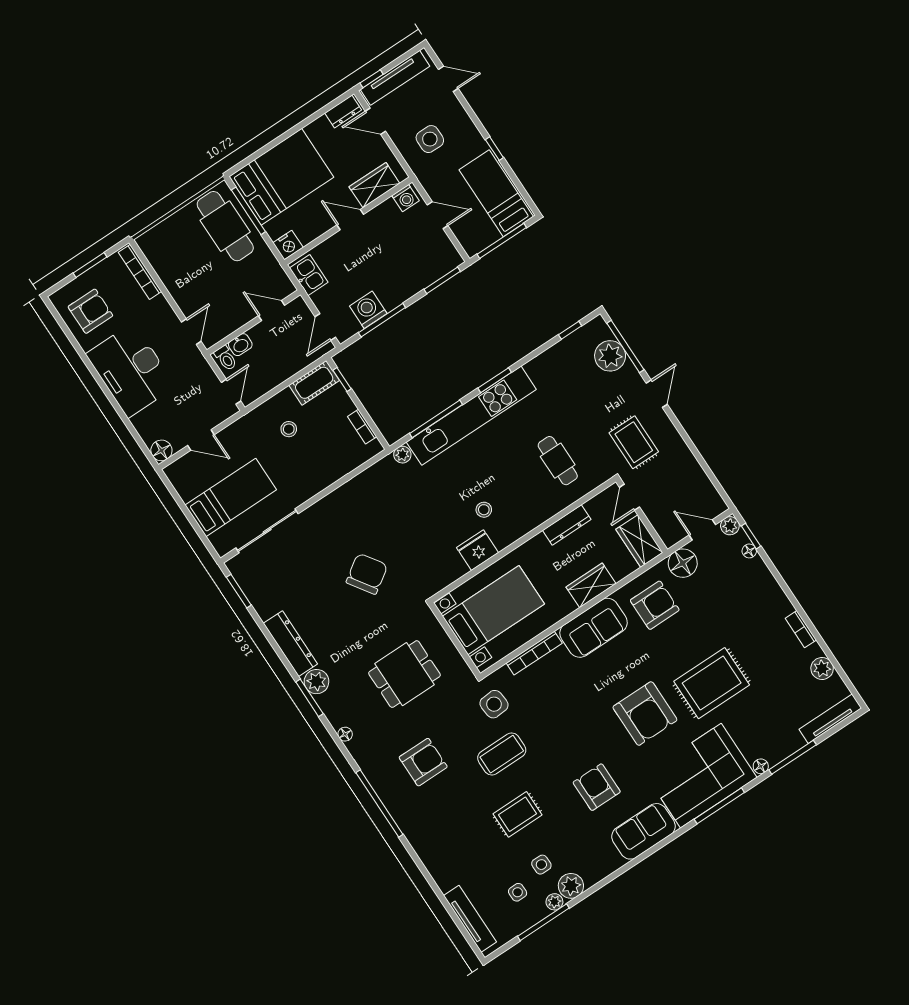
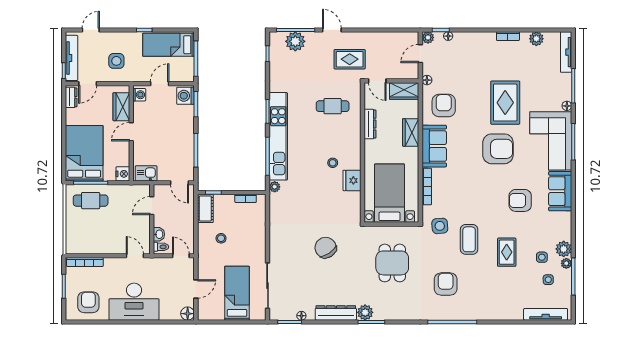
cafe table: (225, 226) -> (91, 201), width x0.73, depth x0.74
washing machine: (368, 310) -> (186, 96), moved
floor lamp: (683, 563) -> (427, 80), width x0.53, depth x0.53
floor lamp: (345, 734) -> (301, 316), moved

